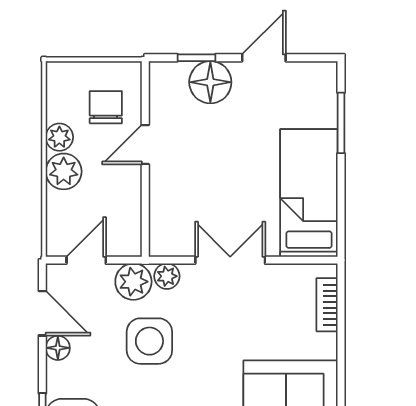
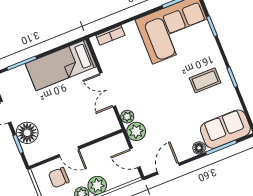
side table: (149, 341) -> (161, 113), removed
floor lamp: (58, 348) -> (199, 148), moved

